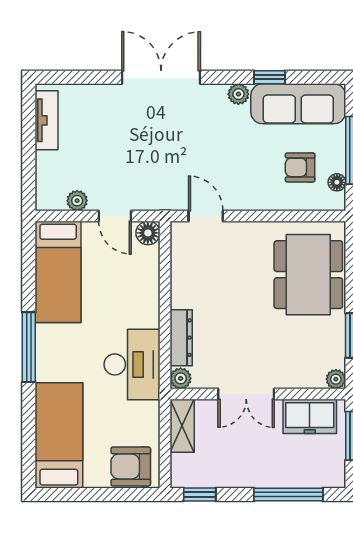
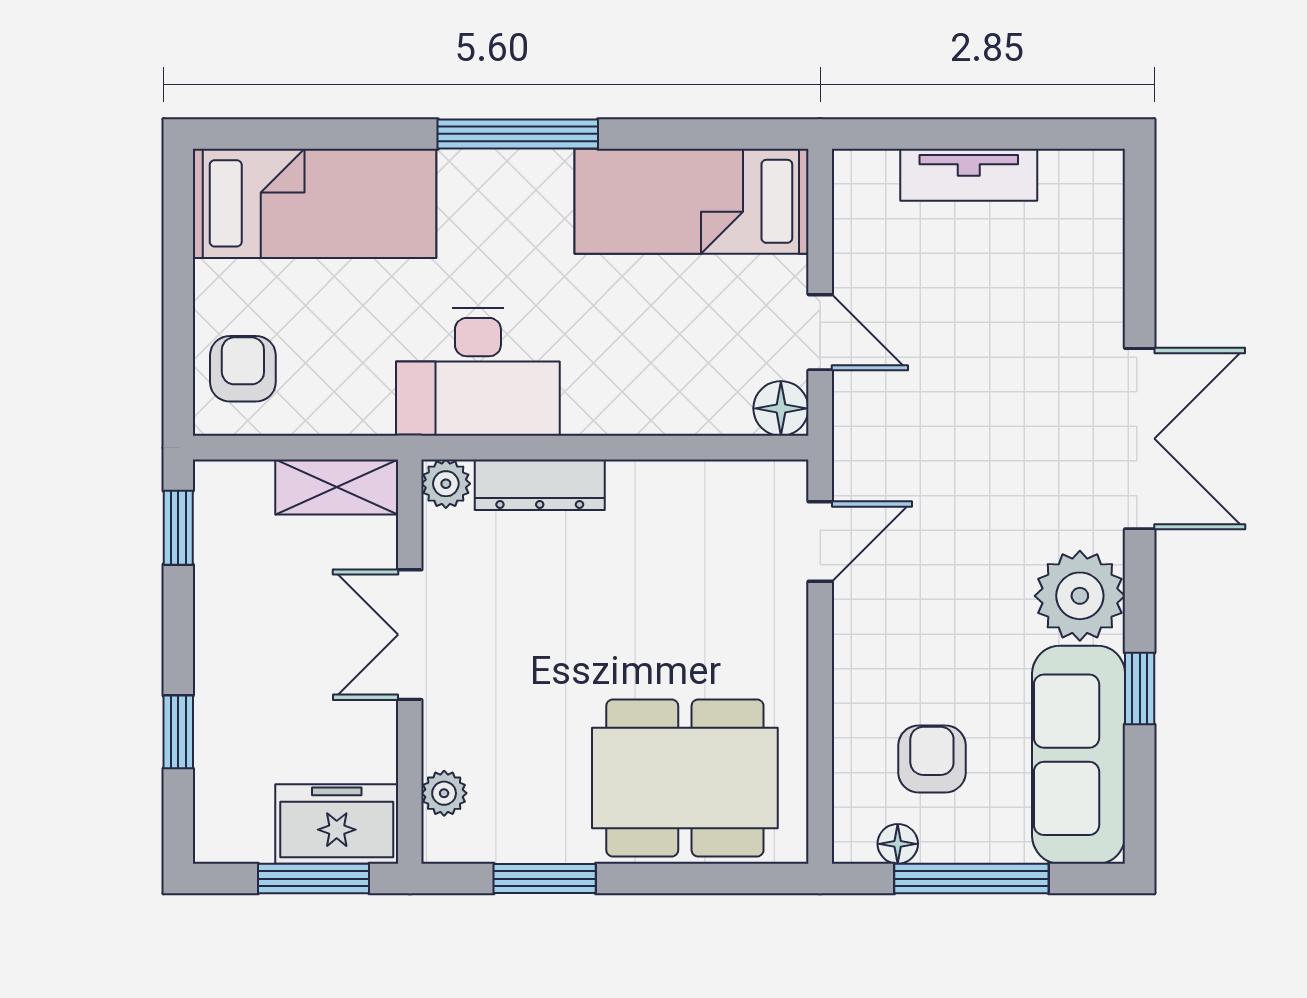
plant: (238, 94) -> (1080, 596), width x1.88, depth x1.88
tv unit: (47, 120) -> (969, 175), moved
plant: (77, 201) -> (855, 245), removed
door: (115, 216) -> (820, 332), swing flipped
plant: (336, 379) -> (444, 793), moved
freezer: (310, 416) -> (337, 824), moved, turned 90
armchair: (131, 466) -> (243, 369), width x0.72, depth x0.72
window: (288, 495) -> (178, 732), width x0.46

